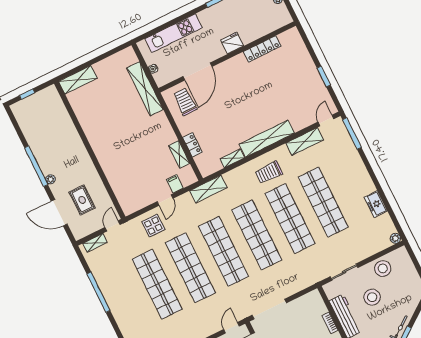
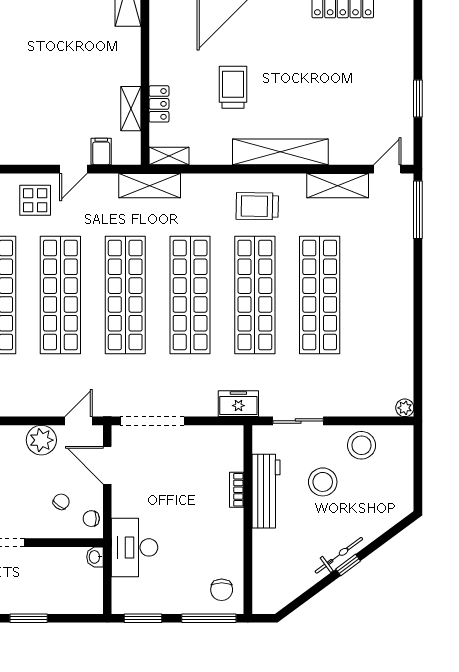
trolley: (185, 102) -> (233, 87), moved
shelving: (232, 158) -> (169, 156), moved
freezer: (376, 204) -> (238, 404), moved, turned 90

